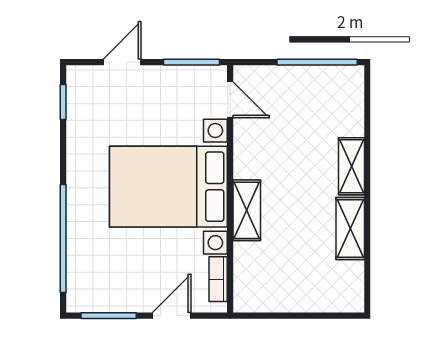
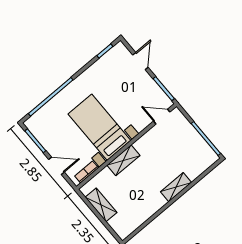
door: (122, 62) -> (140, 61), hinge flipped
door: (230, 100) -> (162, 117), swing flipped
bed with nightstands: (168, 187) -> (99, 127), width x0.73
shelving: (350, 229) -> (101, 205), moved, turned 90

